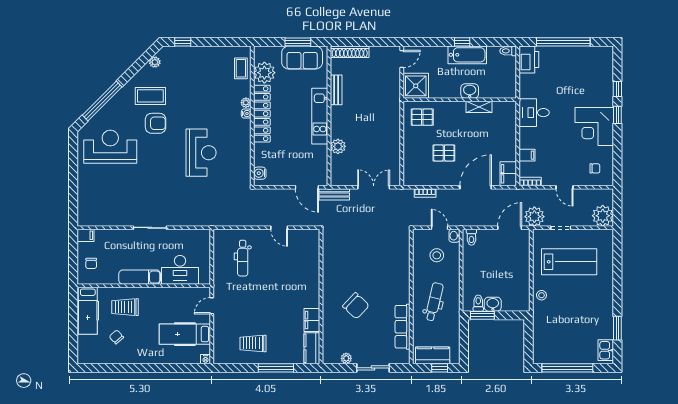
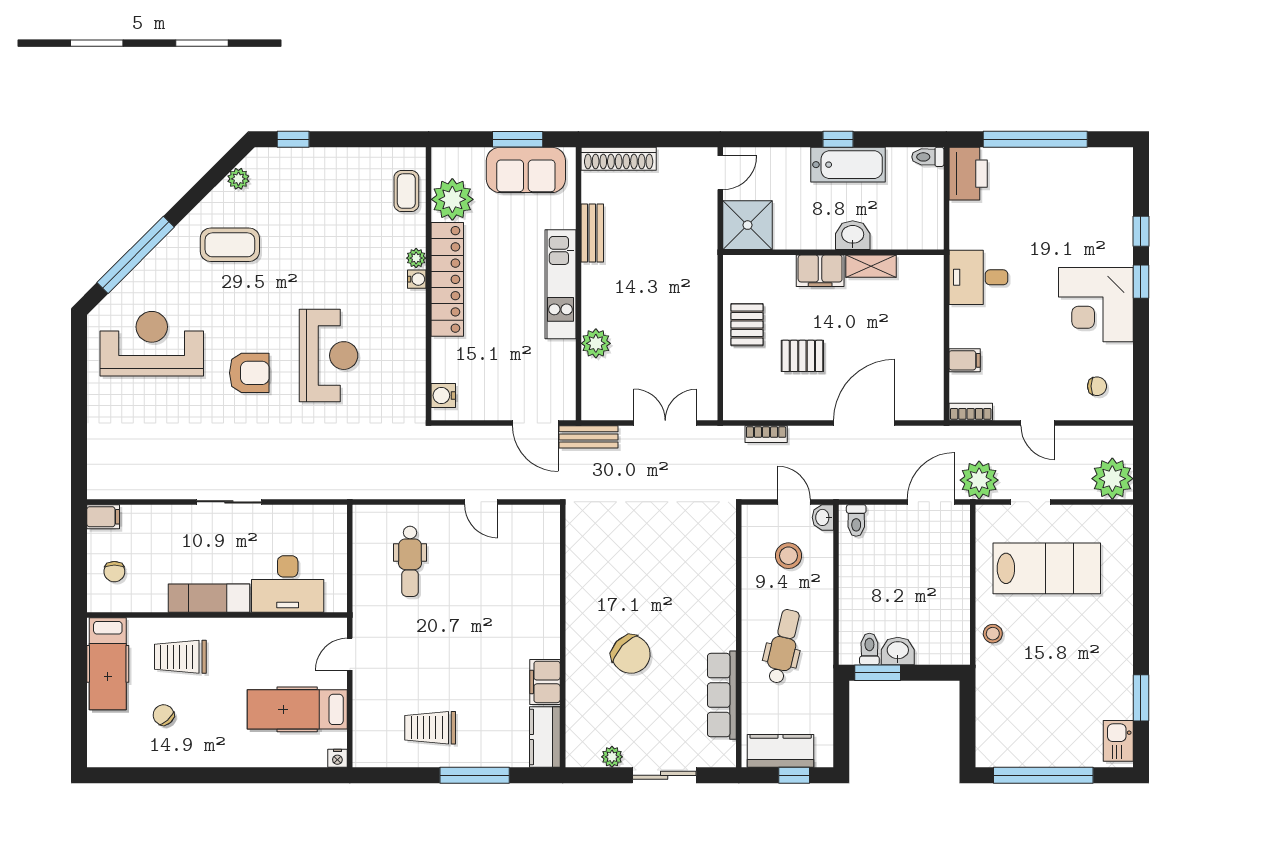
pallet: (422, 117) -> (747, 325), moved, turned 90
armchair: (156, 123) -> (249, 373), moved
filing cabinet: (508, 174) -> (820, 271), moved, turned -90

